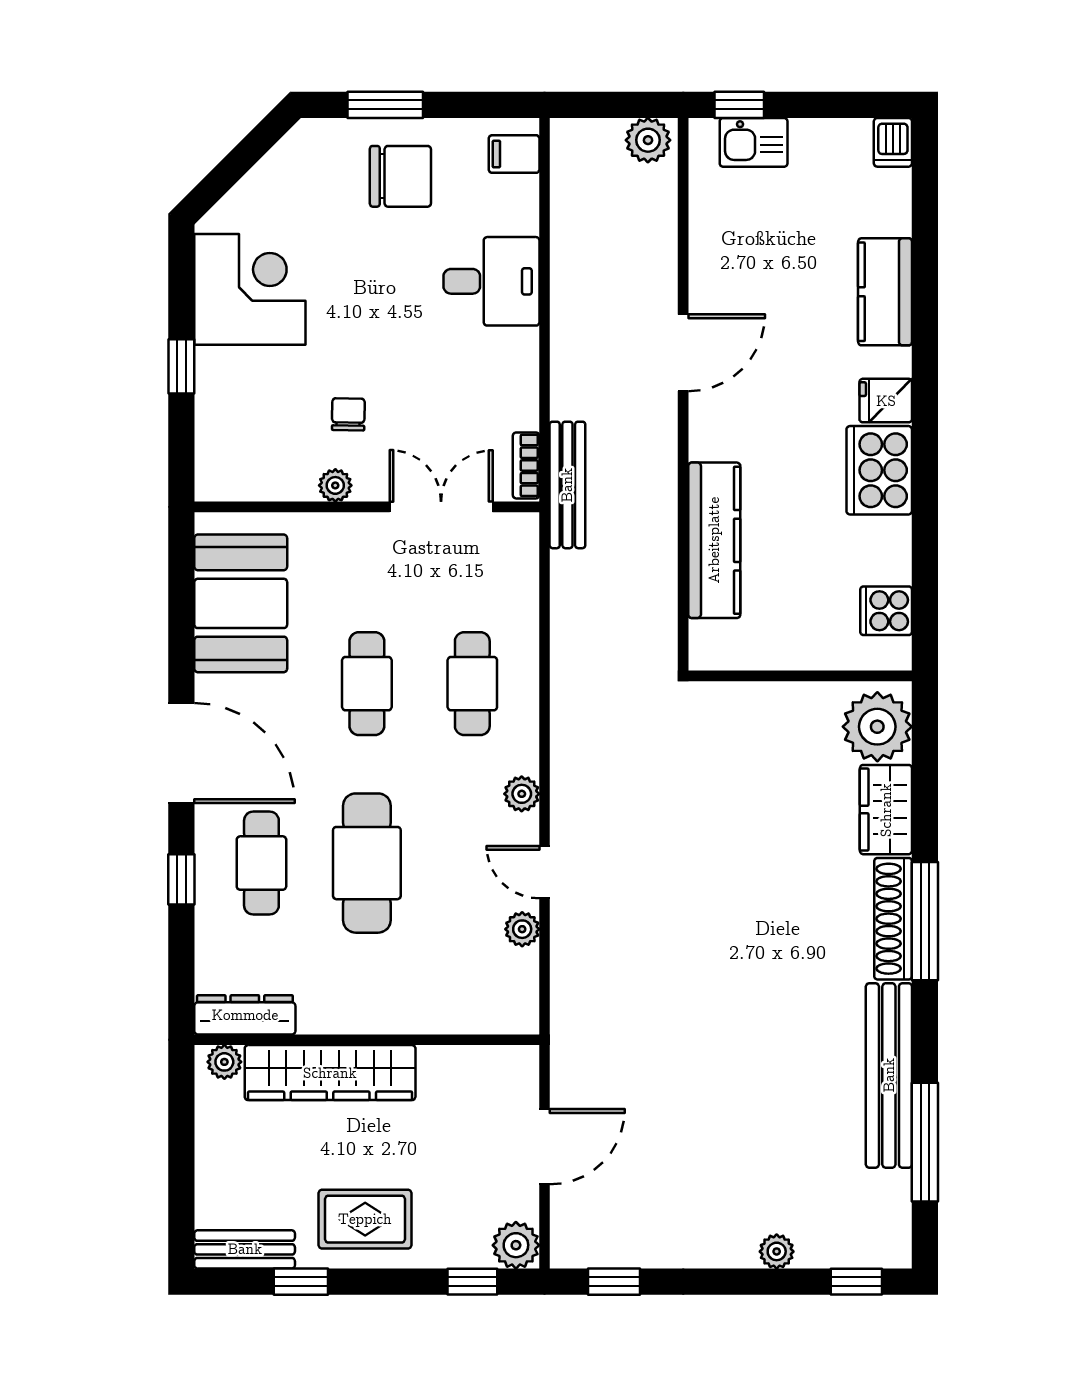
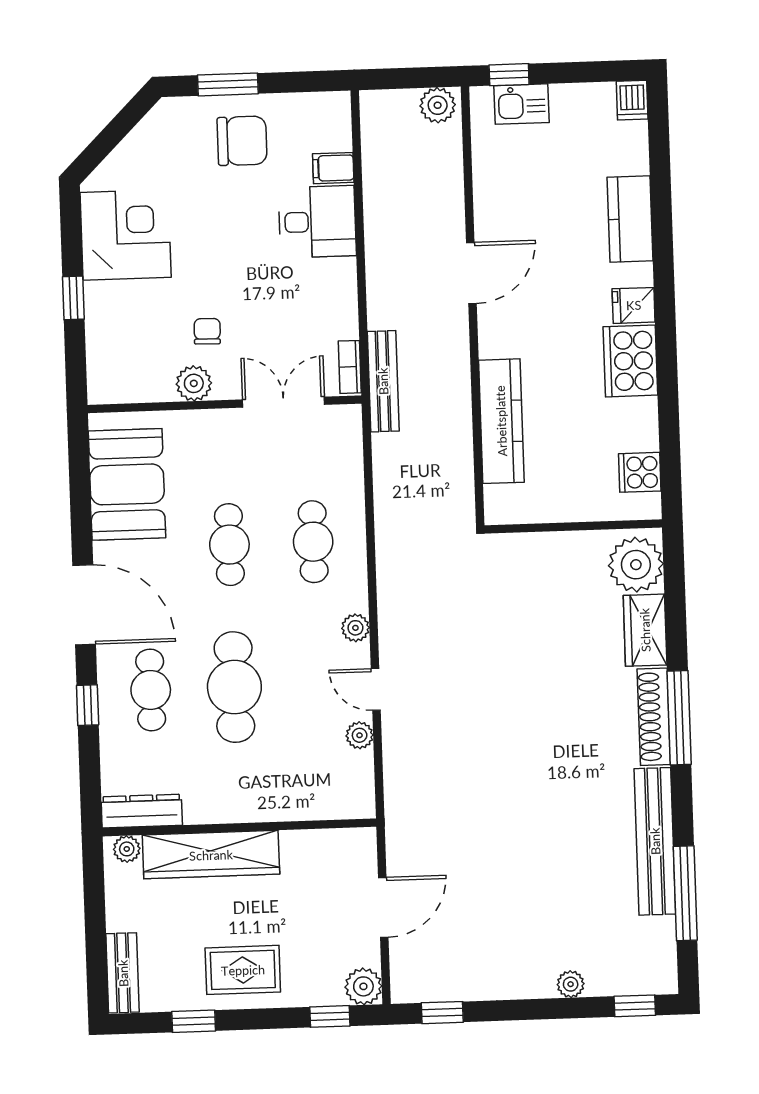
filing cabinet: (514, 154) -> (333, 168), moved
plant: (335, 485) -> (194, 383), width x1.38, depth x1.38
bench: (245, 1249) -> (123, 973), moved, turned 90

